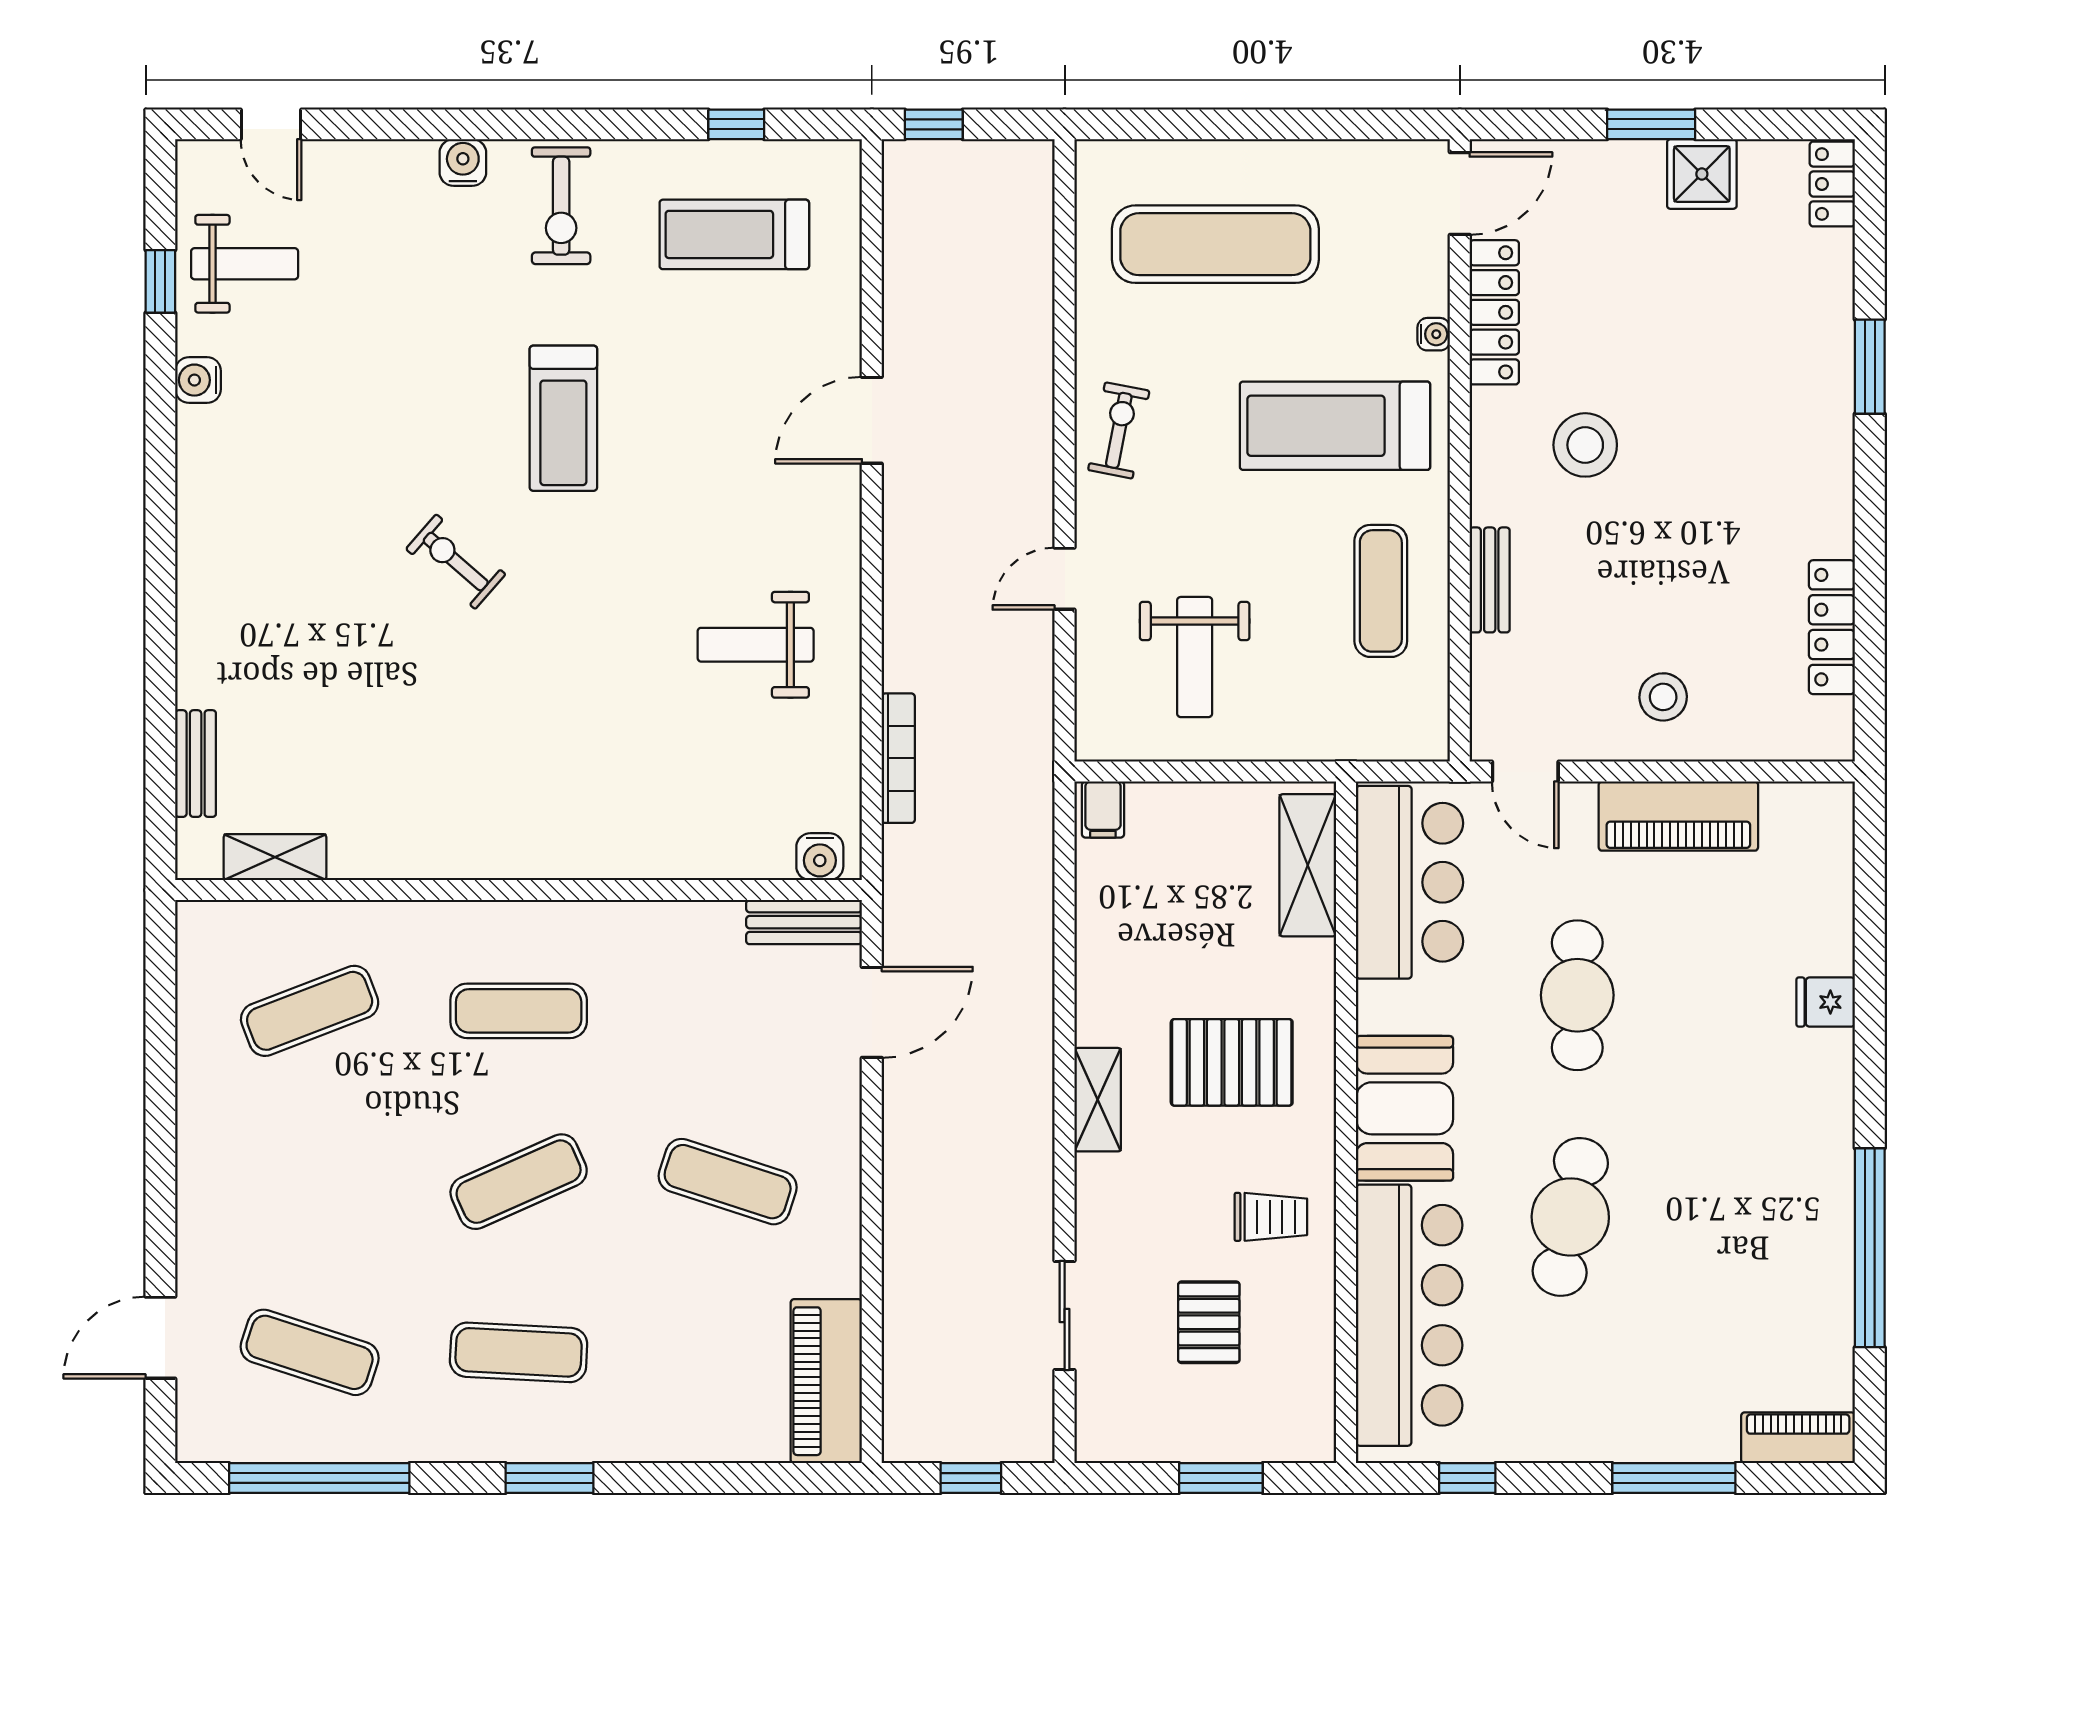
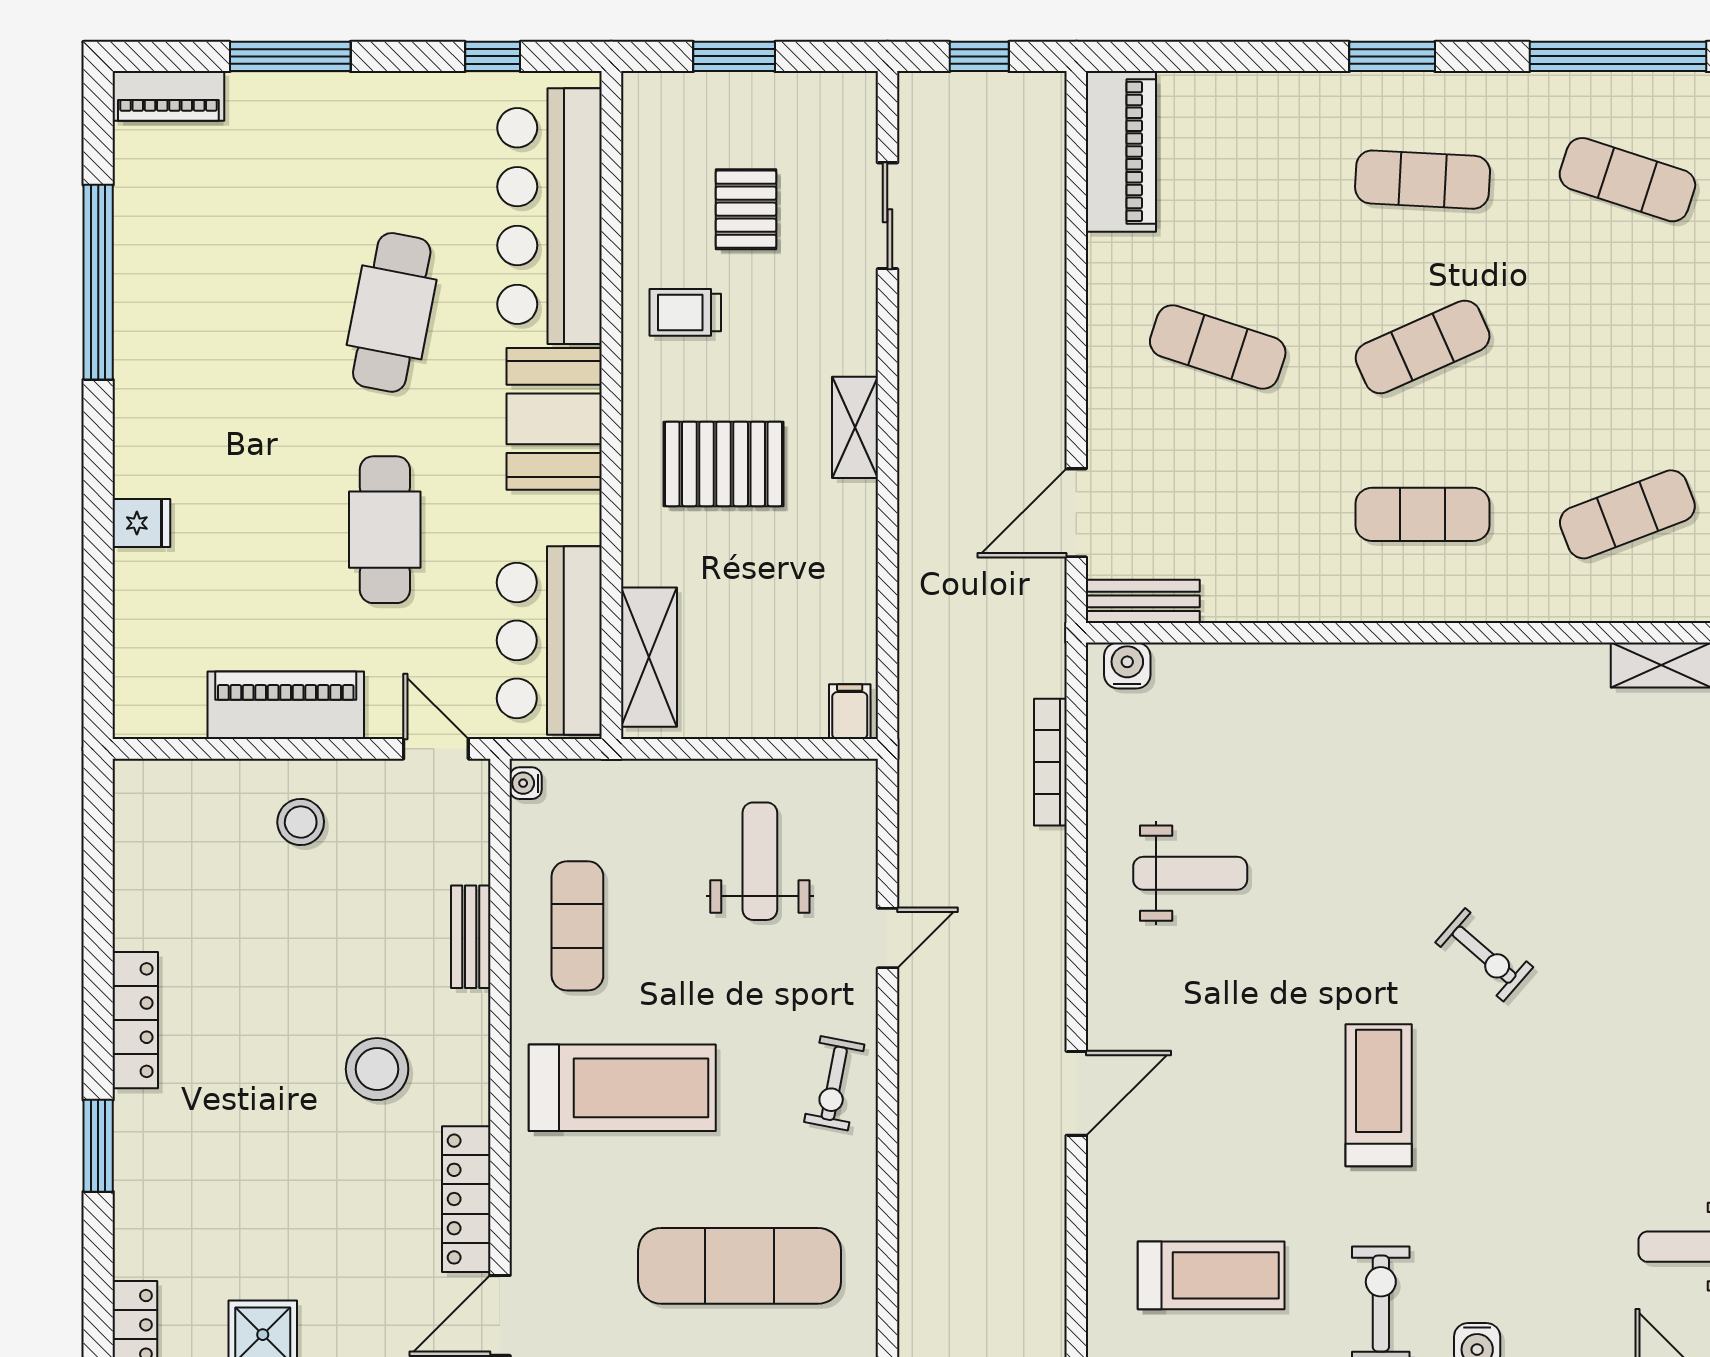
water cooler: (1434, 334) -> (526, 783), moved
locker: (1832, 627) -> (135, 1020), moved

